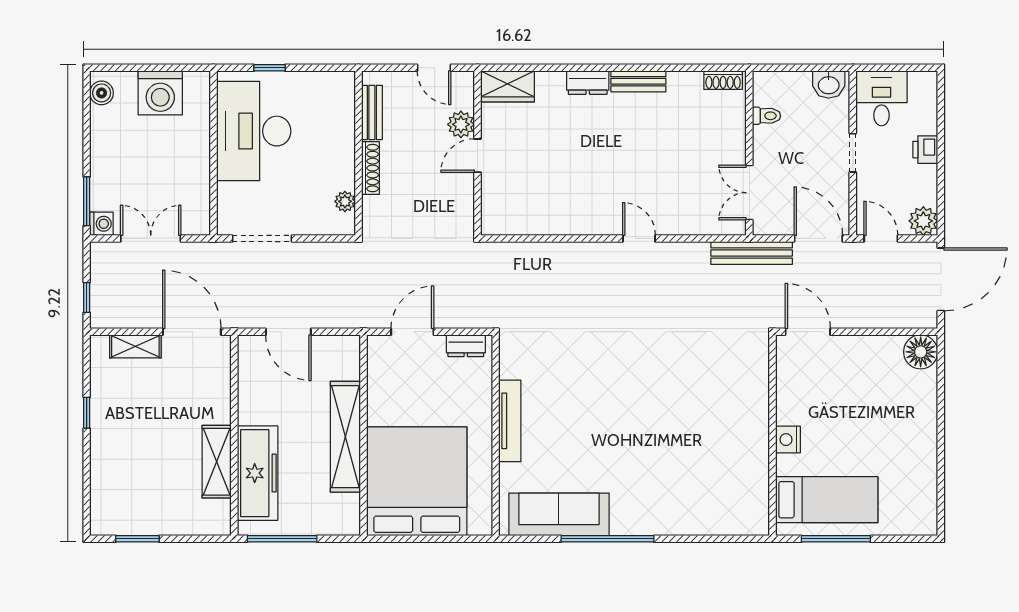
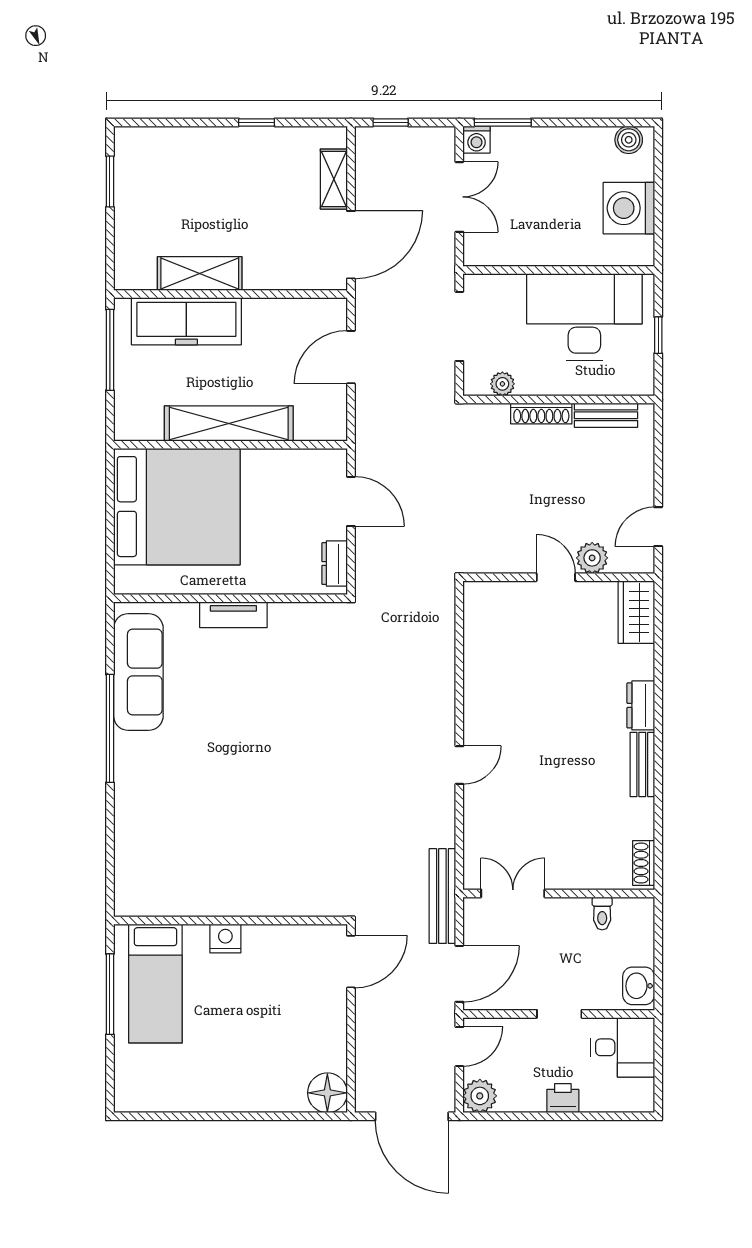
bench: (372, 112) -> (606, 415), moved
wall: (358, 153) -> (559, 399), moved
shoe rack: (370, 168) -> (541, 414), moved
plant: (345, 201) -> (502, 384), moved
tv unit: (510, 421) -> (233, 615), width x0.71

